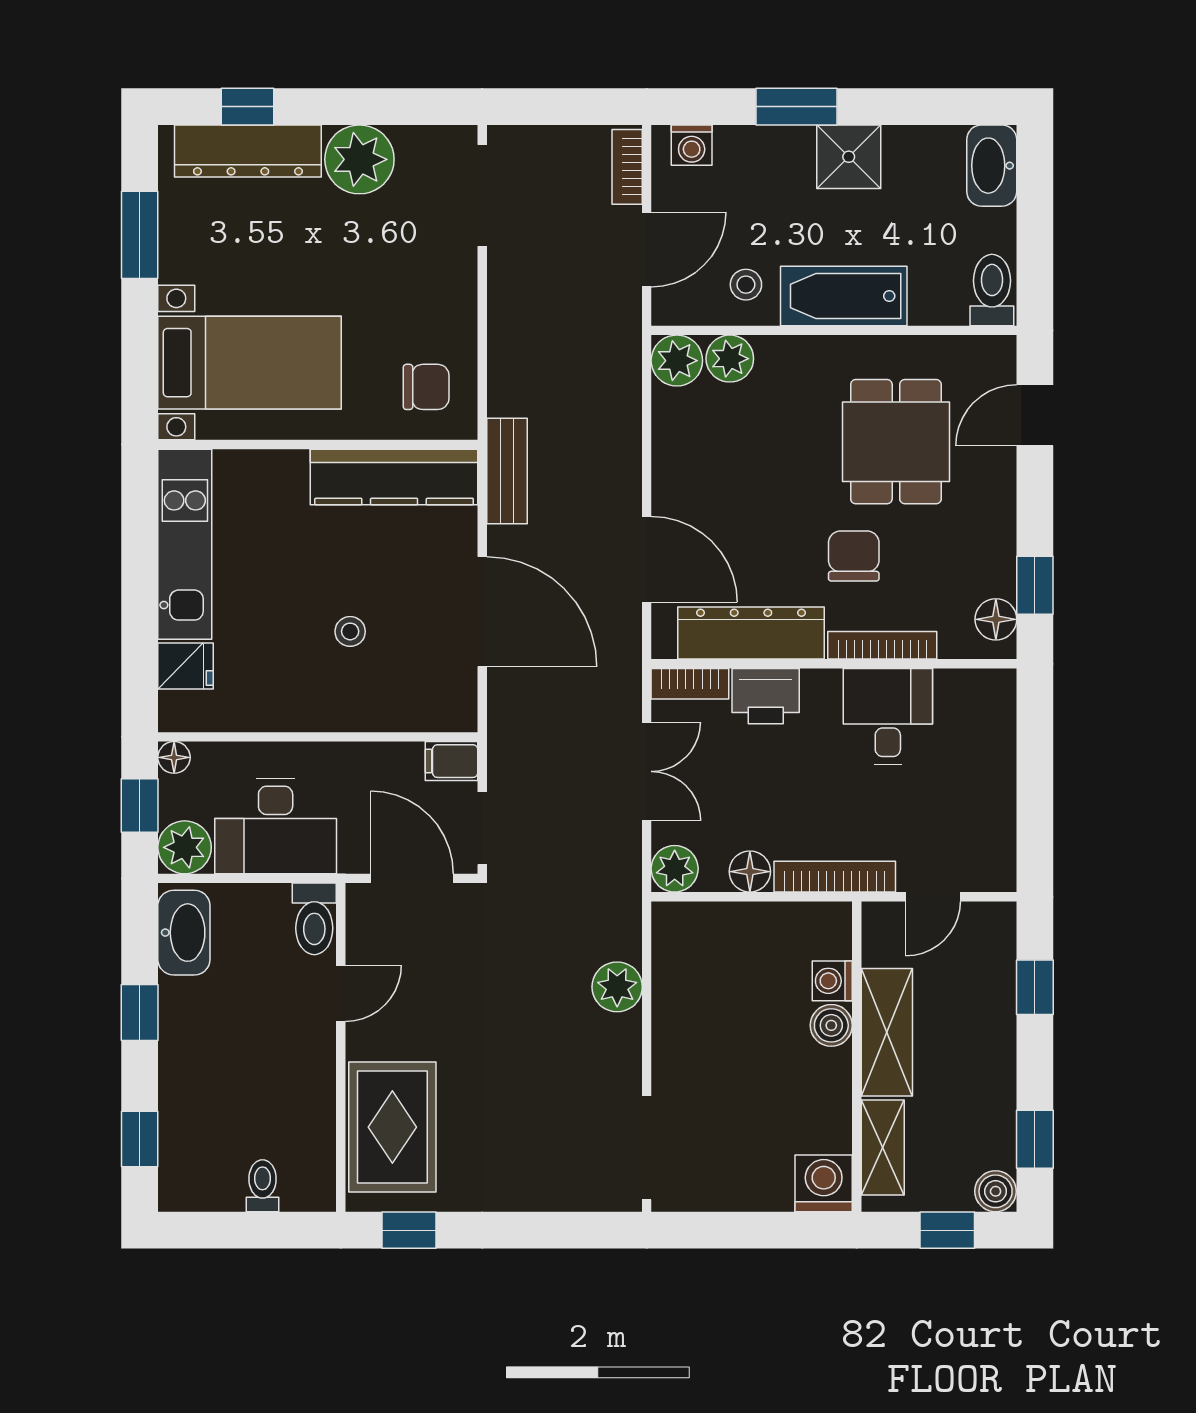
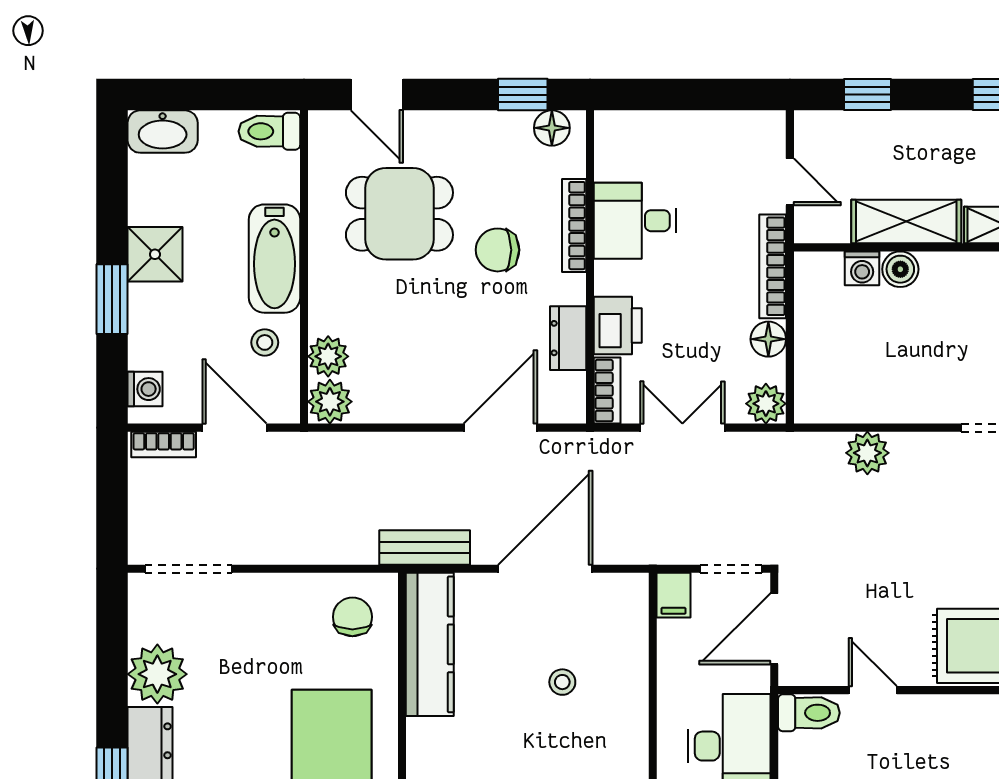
dresser: (751, 633) -> (568, 338), width x0.51, depth x0.80

